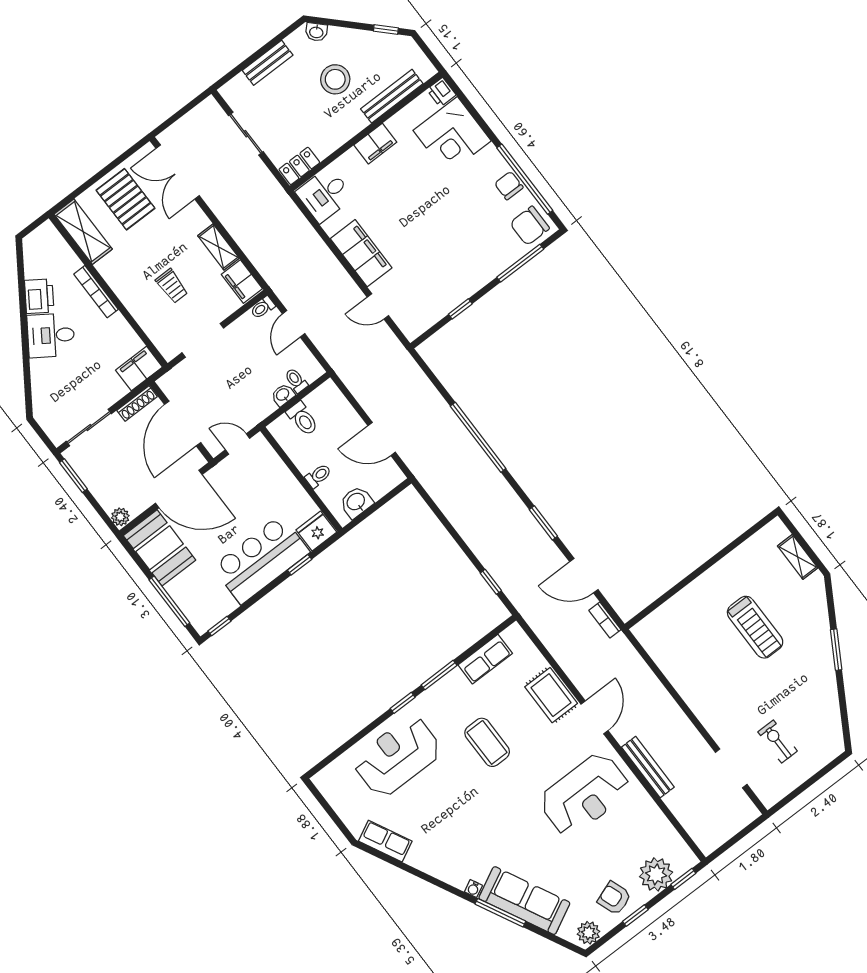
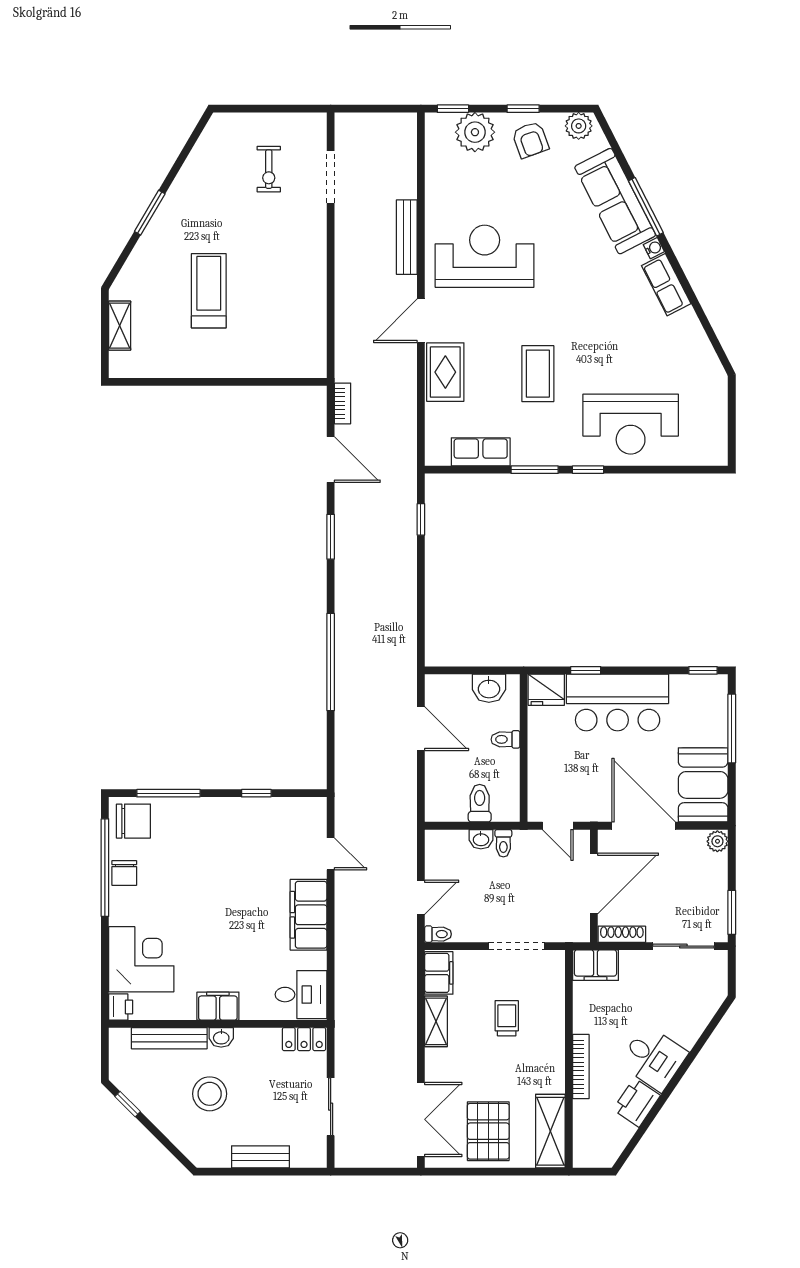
washbasin: (316, 32) -> (221, 1037), moved, turned 135
toilet: (296, 380) -> (503, 843), moved
row of seats: (385, 841) -> (666, 285), moved

